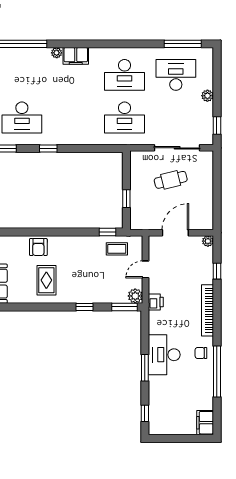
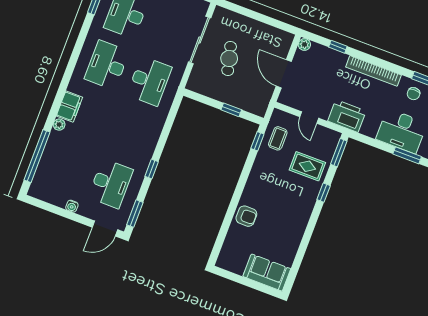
desk: (125, 75) -> (107, 65), turned 180
rug: (46, 280) -> (307, 166), moved
plant: (135, 296) -> (332, 138), removed
printer: (156, 302) -> (347, 116), width x1.87, depth x1.48

